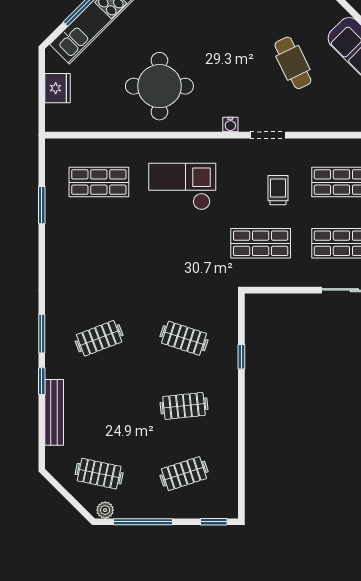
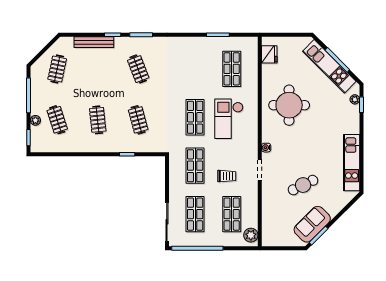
fridge: (58, 88) -> (269, 54), moved, turned -90
checkout: (182, 187) -> (229, 119), turned 180
shop shelf: (180, 243) -> (195, 117), added
clothes rail: (184, 338) -> (138, 120), turned -33
plant: (105, 510) -> (35, 120), moved

